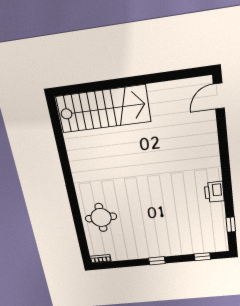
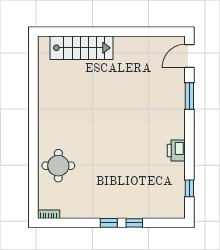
stairs: (103, 109) -> (81, 48), width x0.73, depth x0.66
window: (223, 138) -> (189, 96), added
window: (202, 257) -> (134, 223), moved

